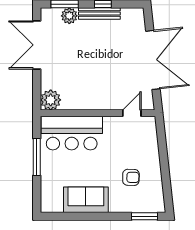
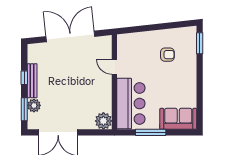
door: (132, 113) -> (114, 67), moved
armchair: (131, 177) -> (167, 55), turned 89
sofa: (86, 200) -> (178, 119), moved, turned 90

